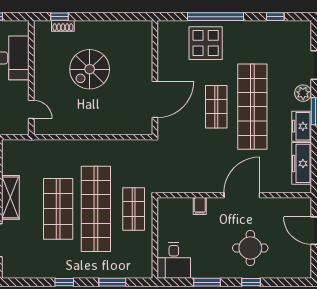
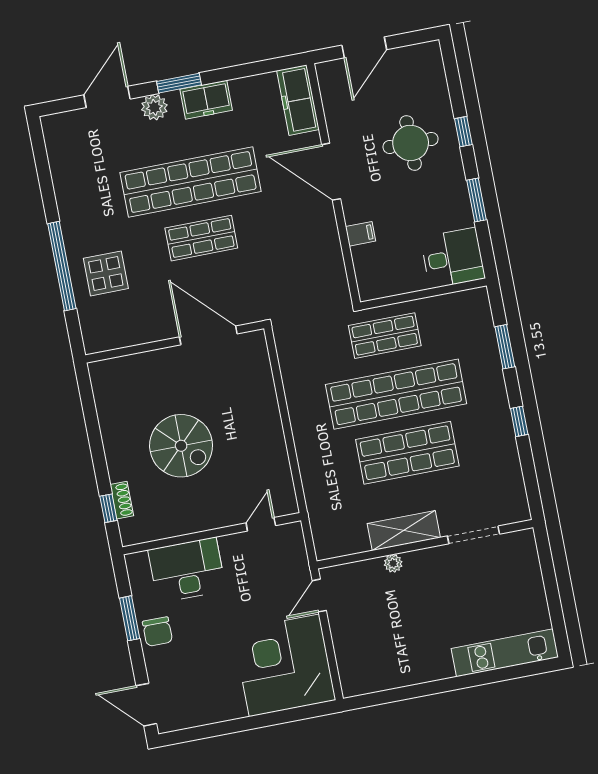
window: (275, 17) -> (44, 174), removed
display table: (206, 43) -> (106, 273), width x0.73, depth x0.73
freezer: (302, 163) -> (298, 100), moved, turned 90

